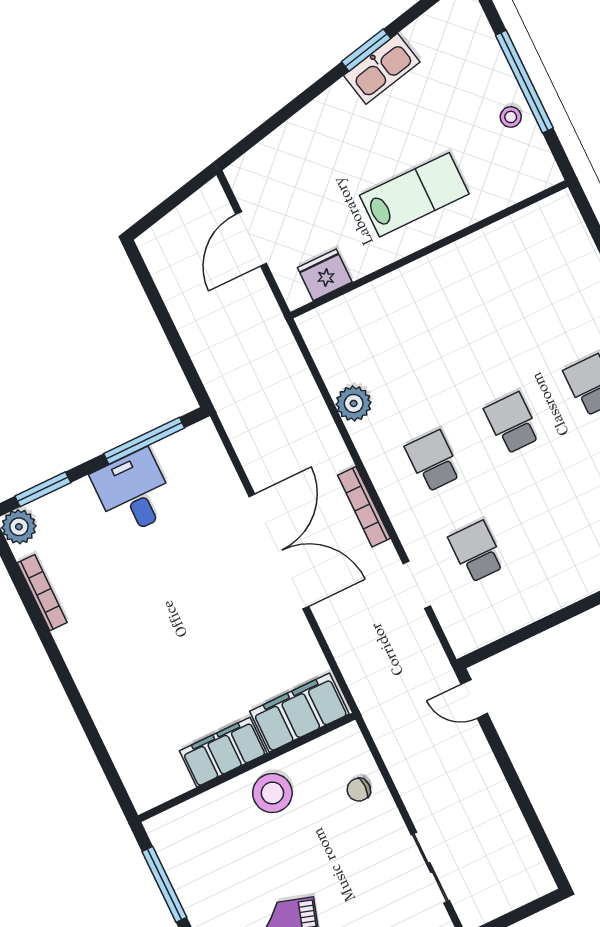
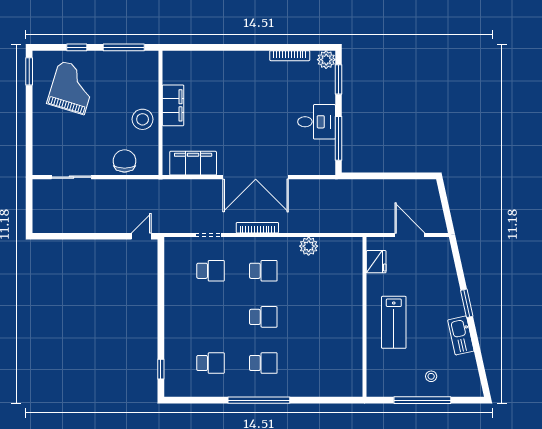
window: (366, 50) -> (467, 303), moved
stool: (511, 117) -> (431, 376), moved
filing cabinet: (299, 713) -> (193, 163), moved, turned -90
chair: (359, 790) -> (125, 161), width x1.87, depth x1.87

